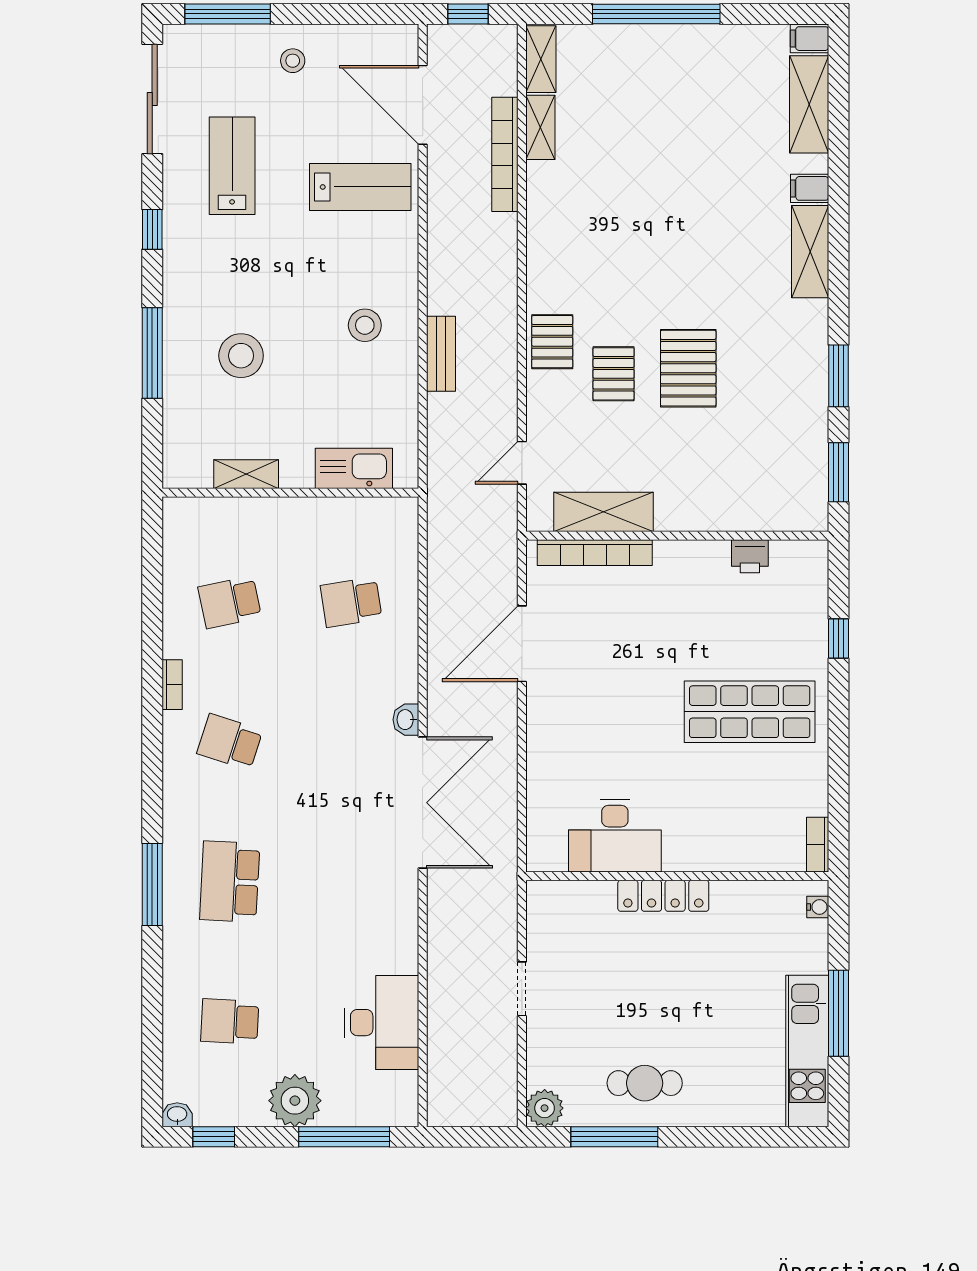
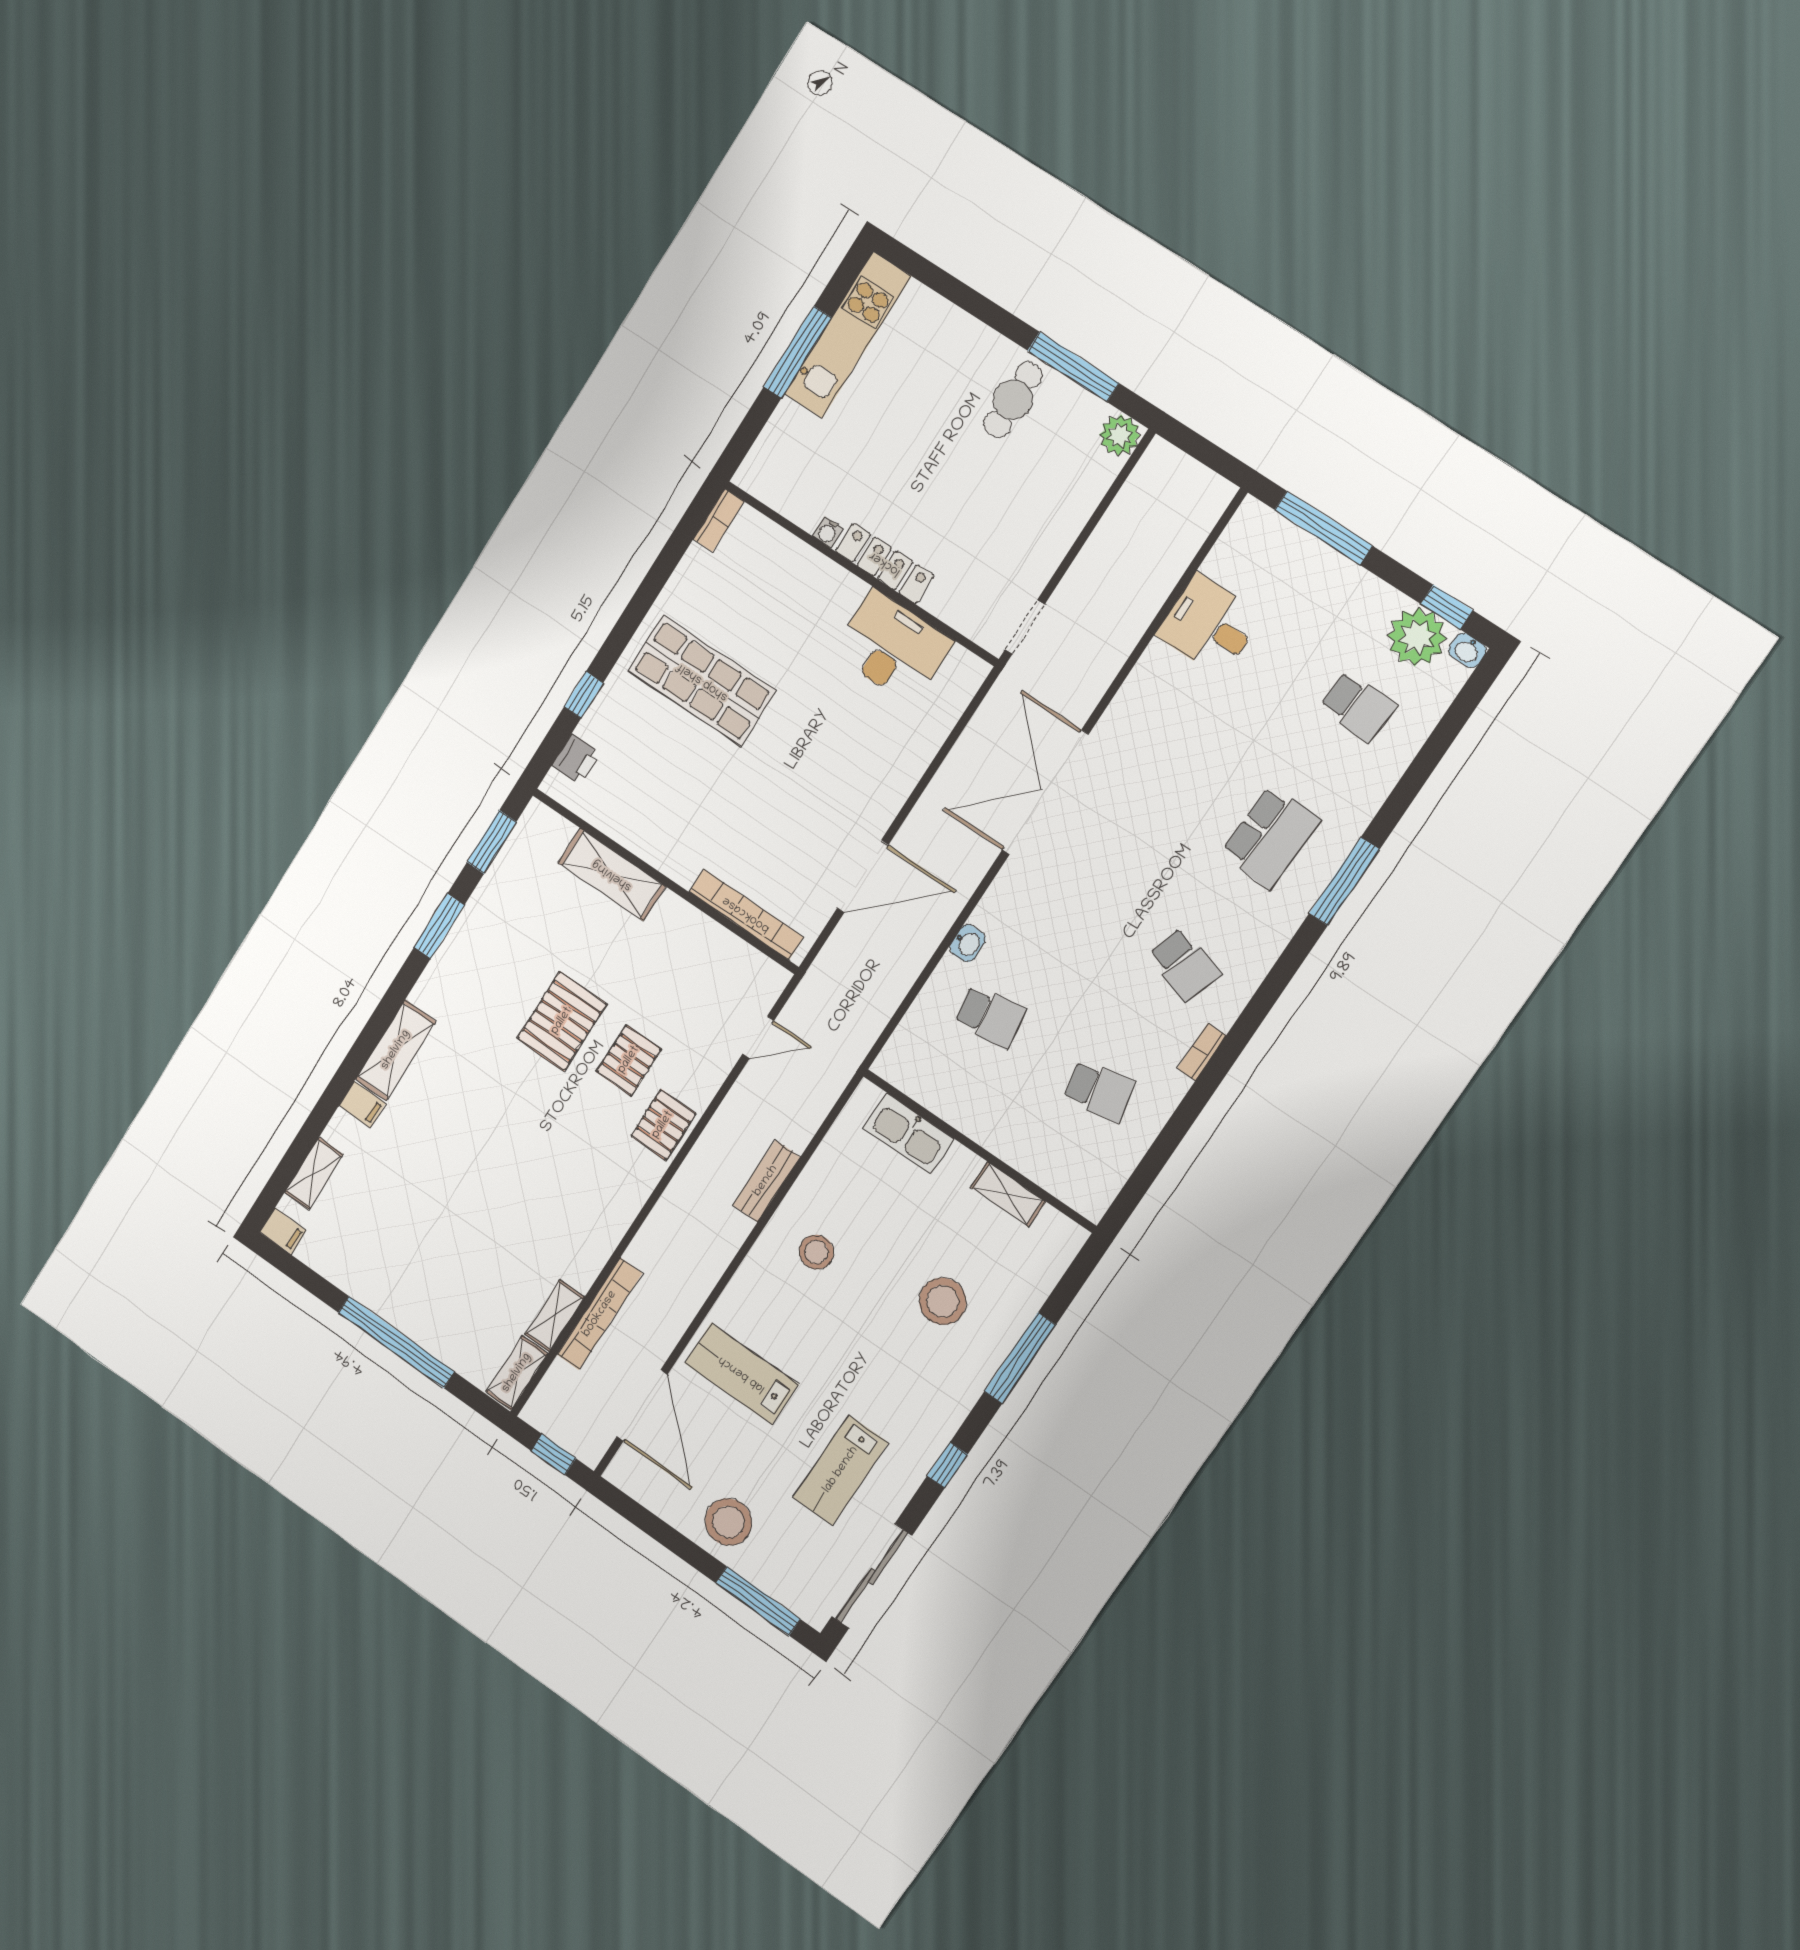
stool: (293, 61) -> (728, 1522), width x1.89, depth x1.89
shelving: (809, 104) -> (314, 1173), width x0.67, depth x0.75
shelving: (603, 512) -> (612, 875), moved
printer: (750, 556) -> (576, 759), moved, turned 90
washbasin: (406, 720) -> (968, 943), moved
water cooler: (818, 907) -> (828, 532), moved, turned -90
doorway: (522, 989) -> (1025, 627), moved
desk: (382, 1023) -> (1209, 625), width x0.73
cafe table: (645, 1083) -> (1013, 400), turned 90
plant: (295, 1101) -> (1417, 637), moved

